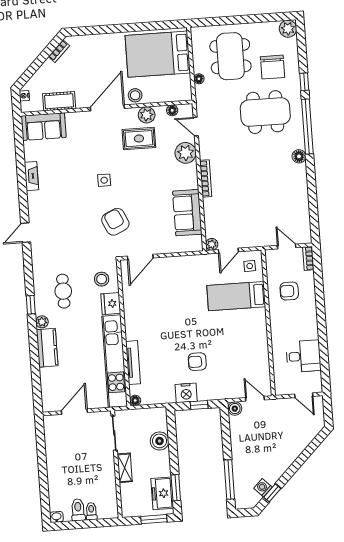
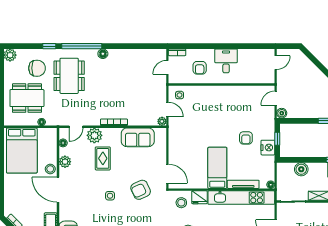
rug: (139, 139) -> (103, 158), moved
bed: (236, 296) -> (217, 168), moved, turned 180
desk: (303, 356) -> (226, 61), moved

